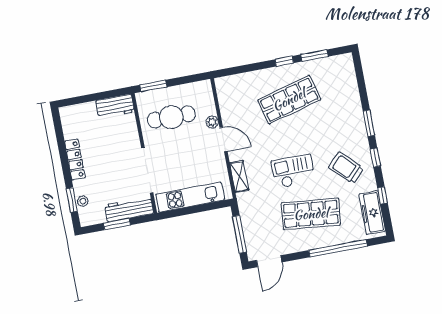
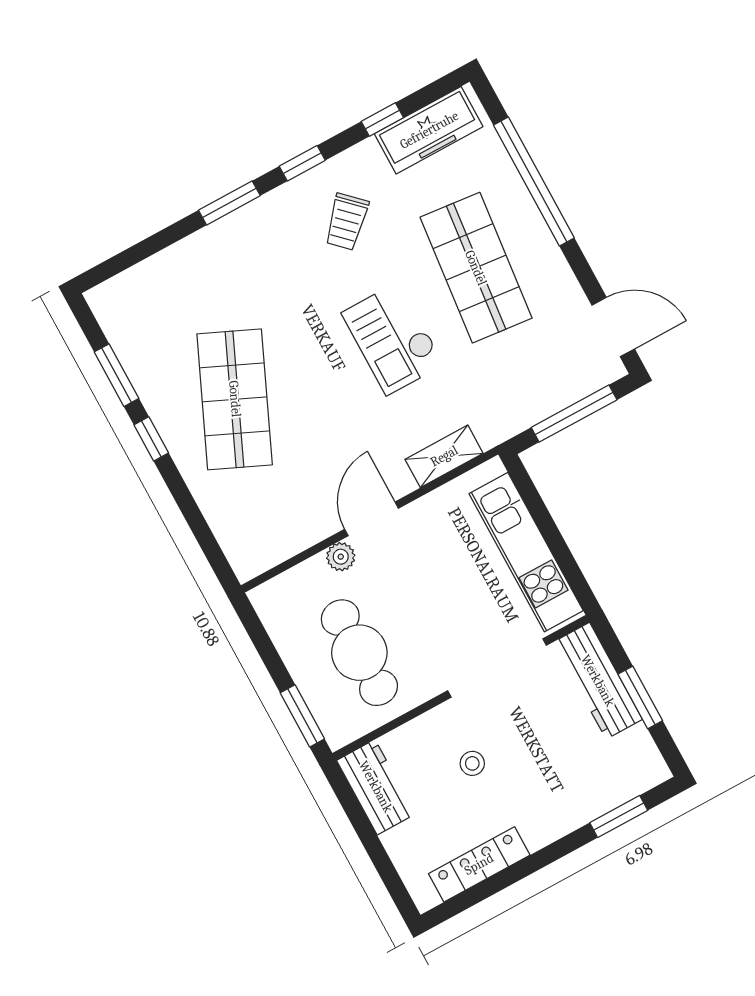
shop shelf: (289, 100) -> (235, 399), turned 39
locker: (75, 160) -> (479, 864), moved
trolley: (346, 168) -> (347, 222), width x0.73, depth x0.72
stool: (83, 201) -> (472, 763), moved

